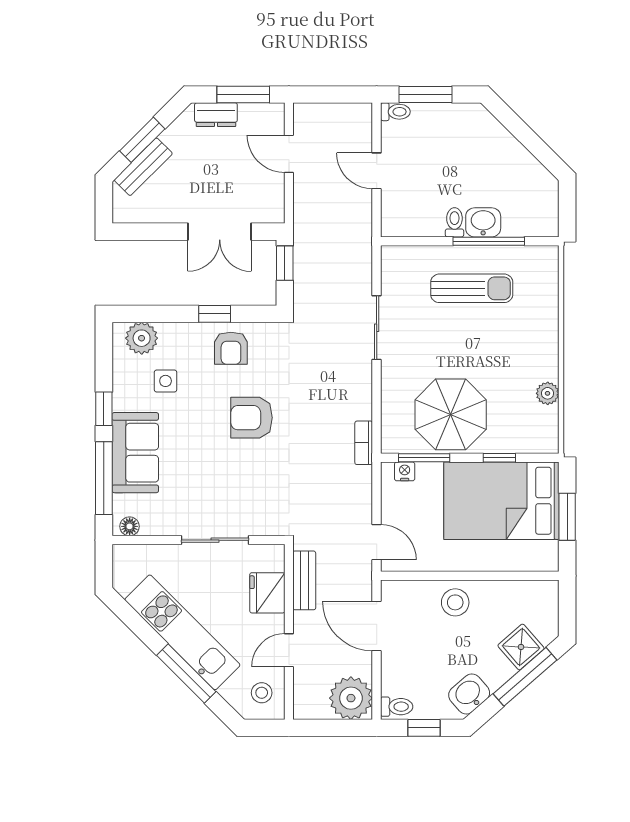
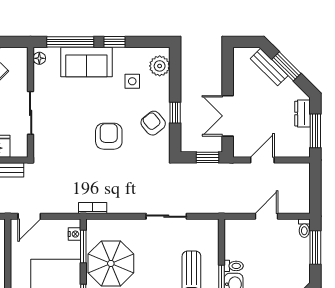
door: (289, 154) -> (262, 160), moved
armchair: (231, 348) -> (153, 123), turned 51

